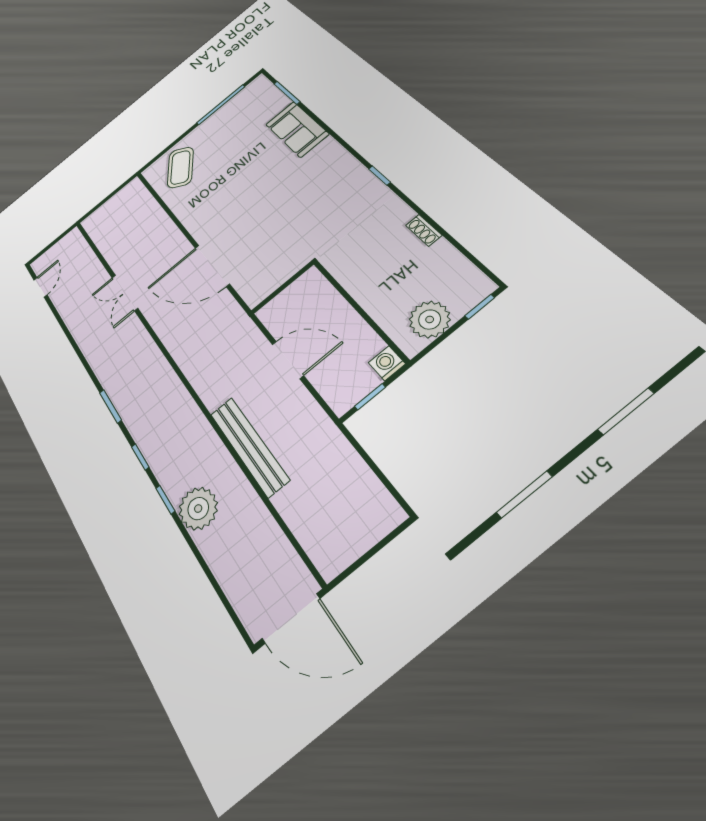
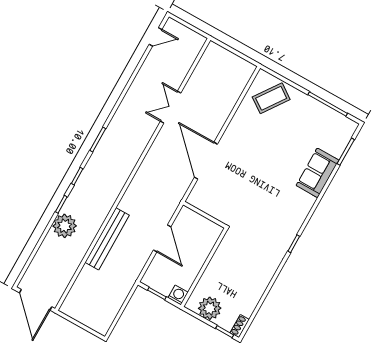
shoe rack: (424, 230) -> (240, 326), moved

